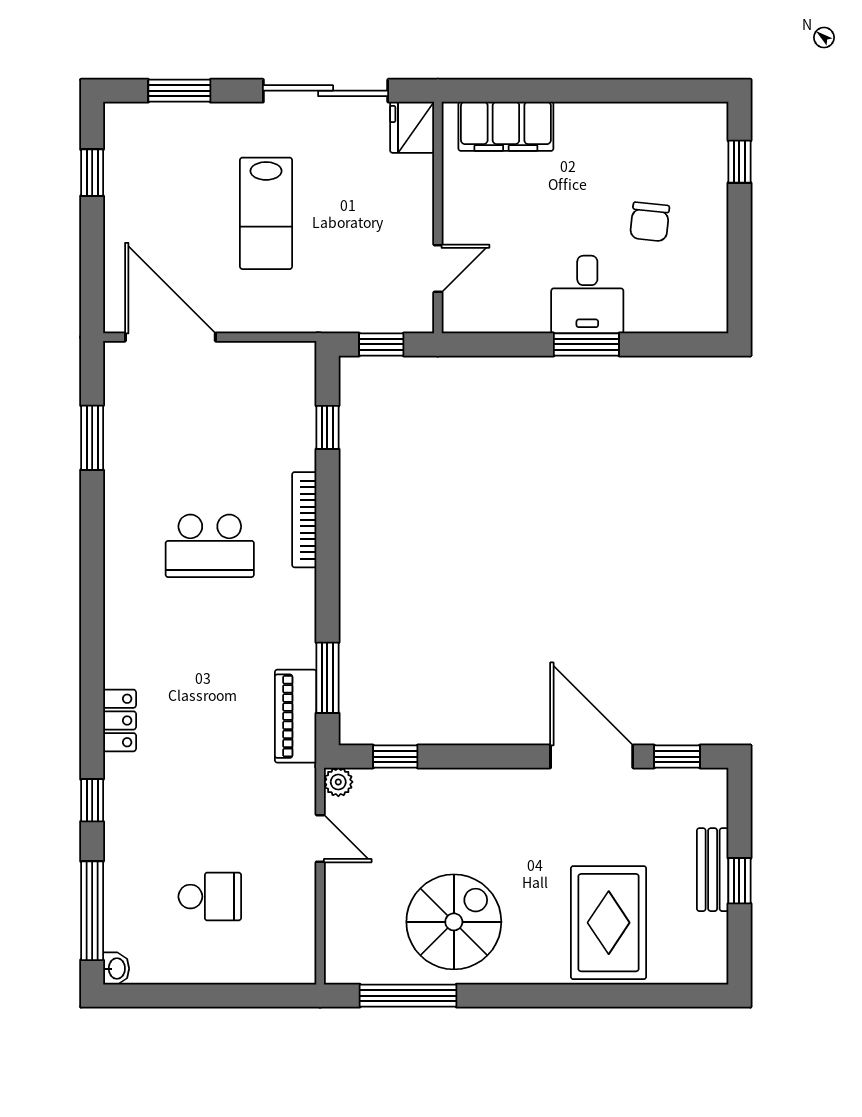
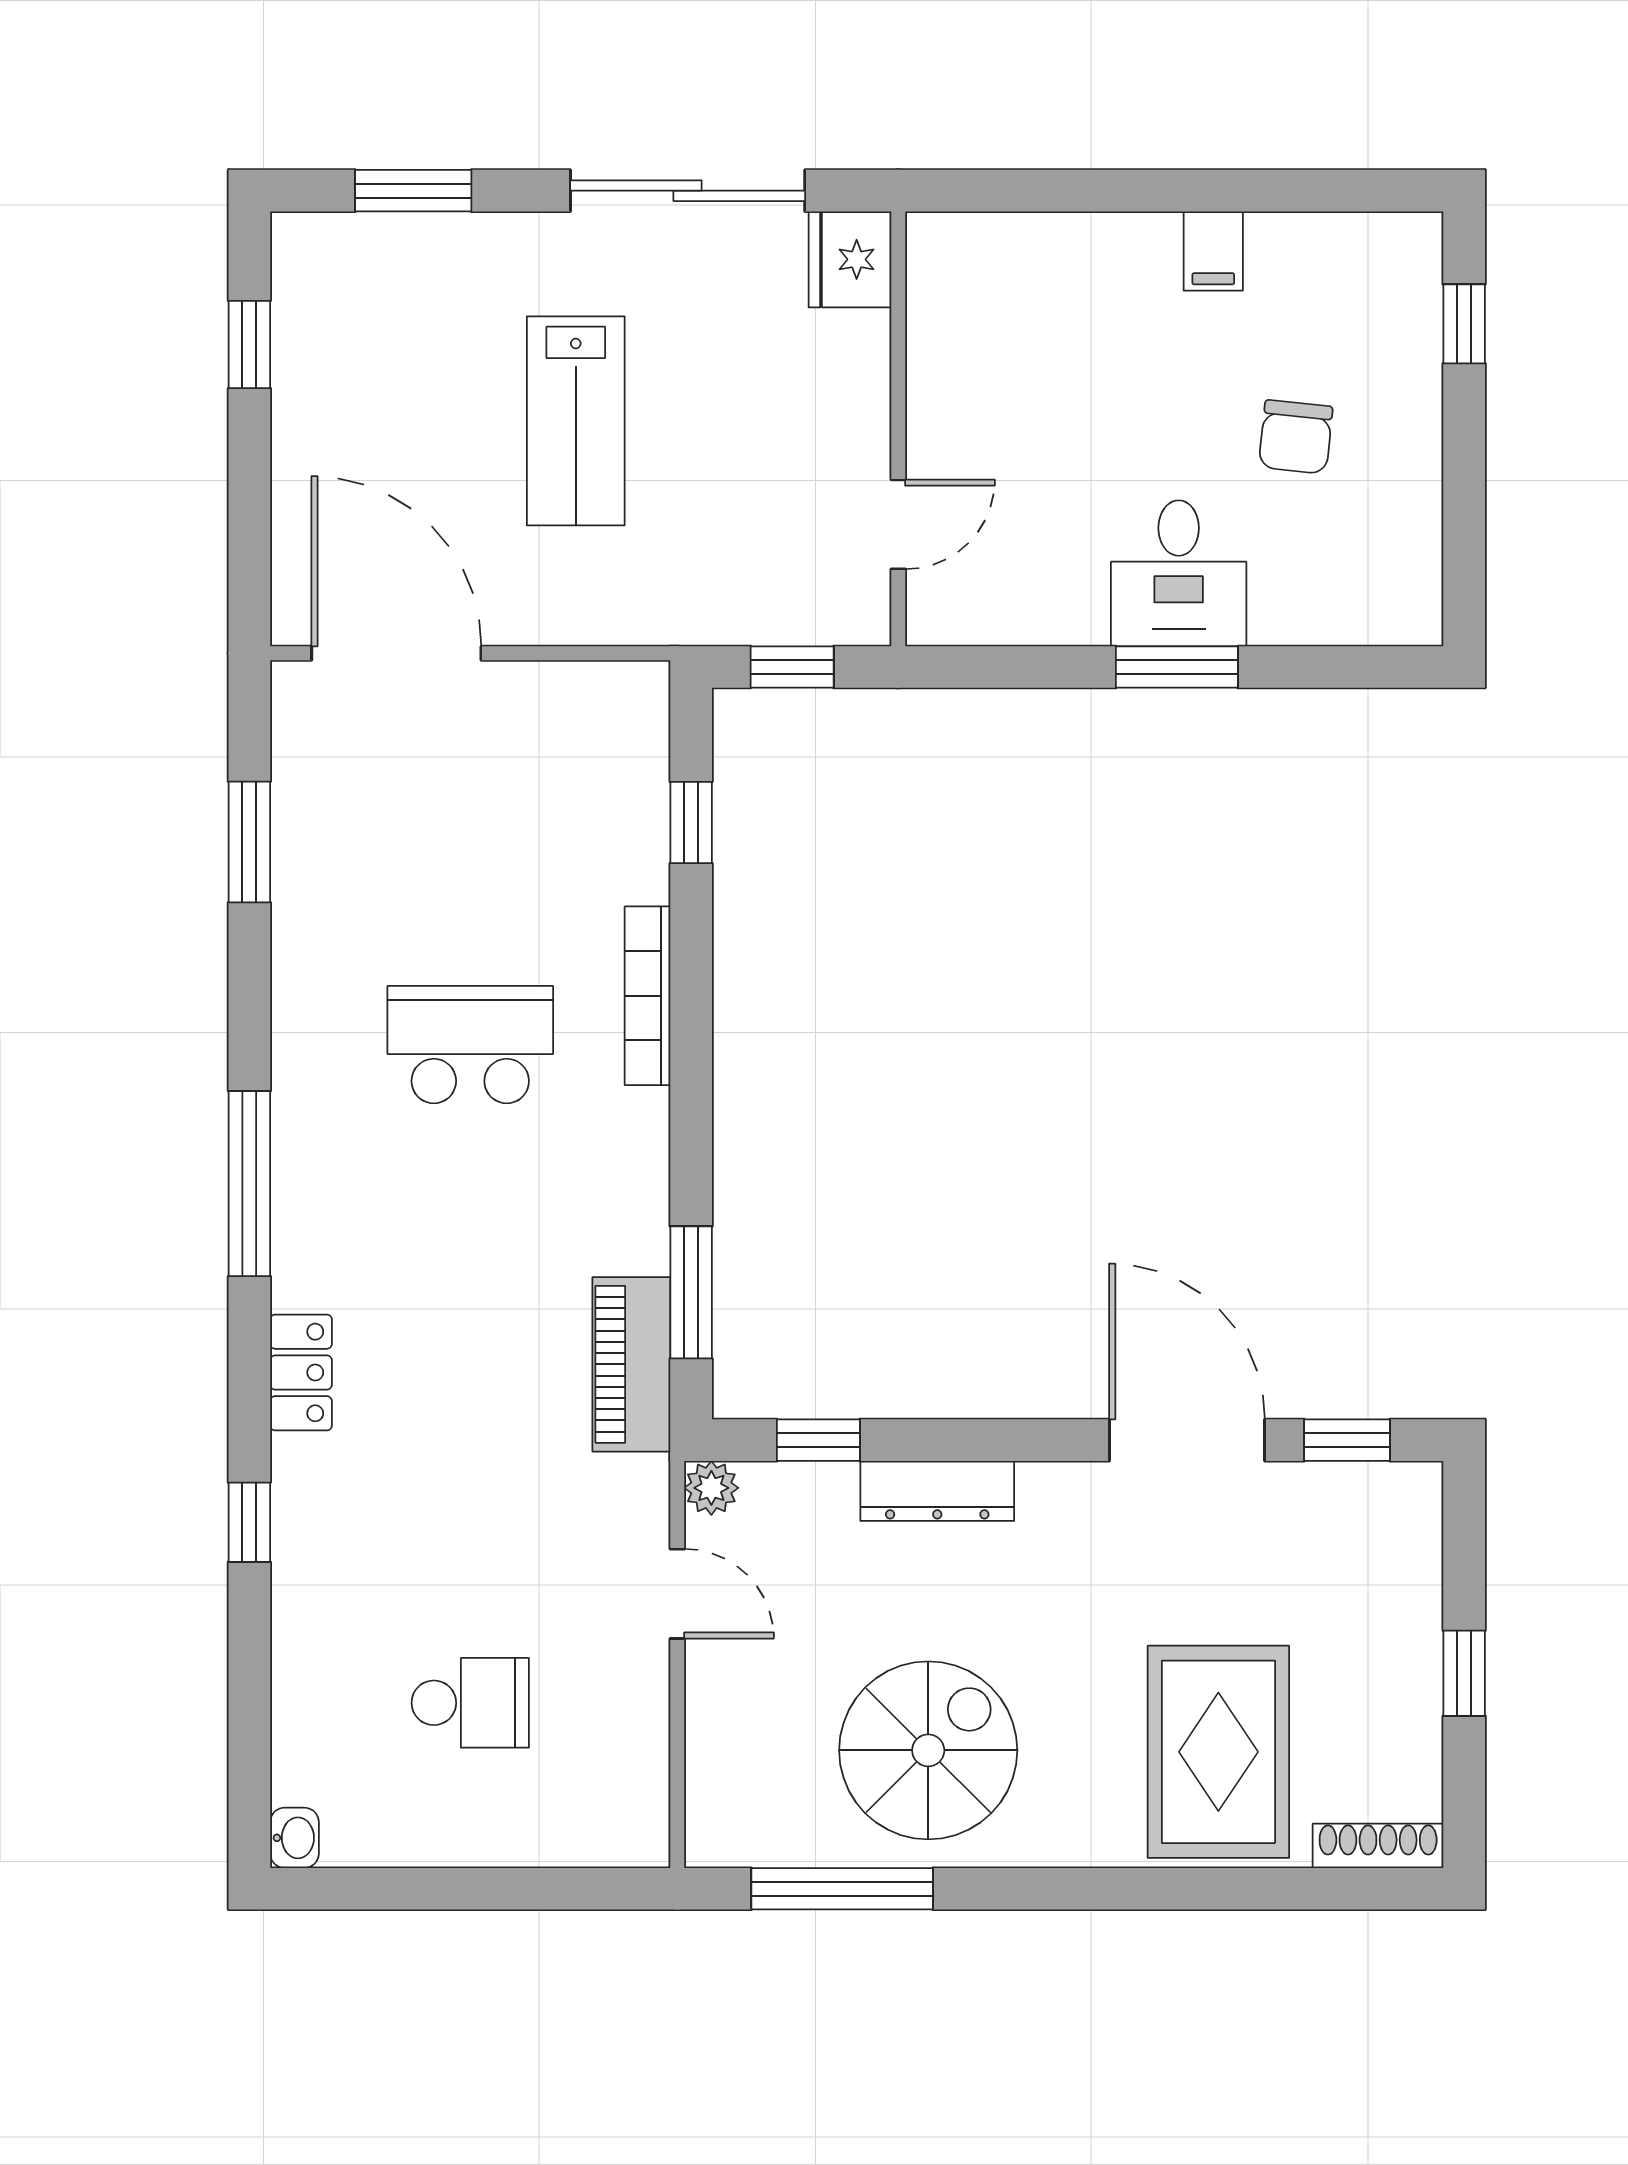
filing cabinet: (506, 126) -> (1213, 251), moved, width x0.33, depth x0.86
school desk: (210, 546) -> (470, 1045), turned 180
dresser: (459, 784) -> (937, 1491), added
bench: (713, 870) -> (1414, 1652), removed
window: (92, 911) -> (249, 1184), moved
shoe rack: (694, 973) -> (1378, 1846), added

